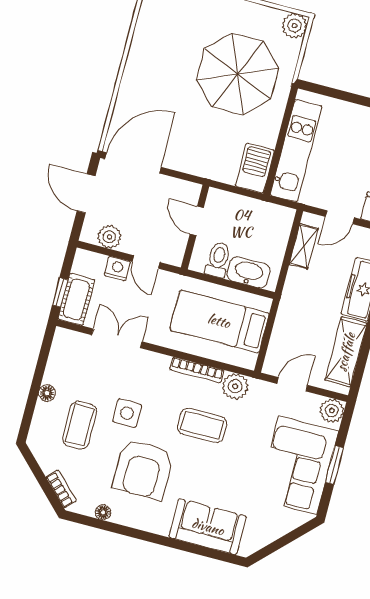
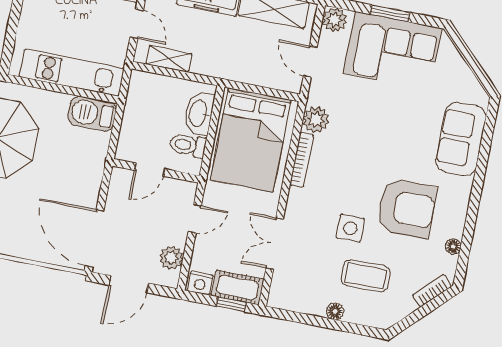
nightstand: (117, 268) -> (200, 283), moved, turned -90
bed: (219, 321) -> (251, 140), width x1.50
coffee table: (202, 425) -> (358, 151), removed

